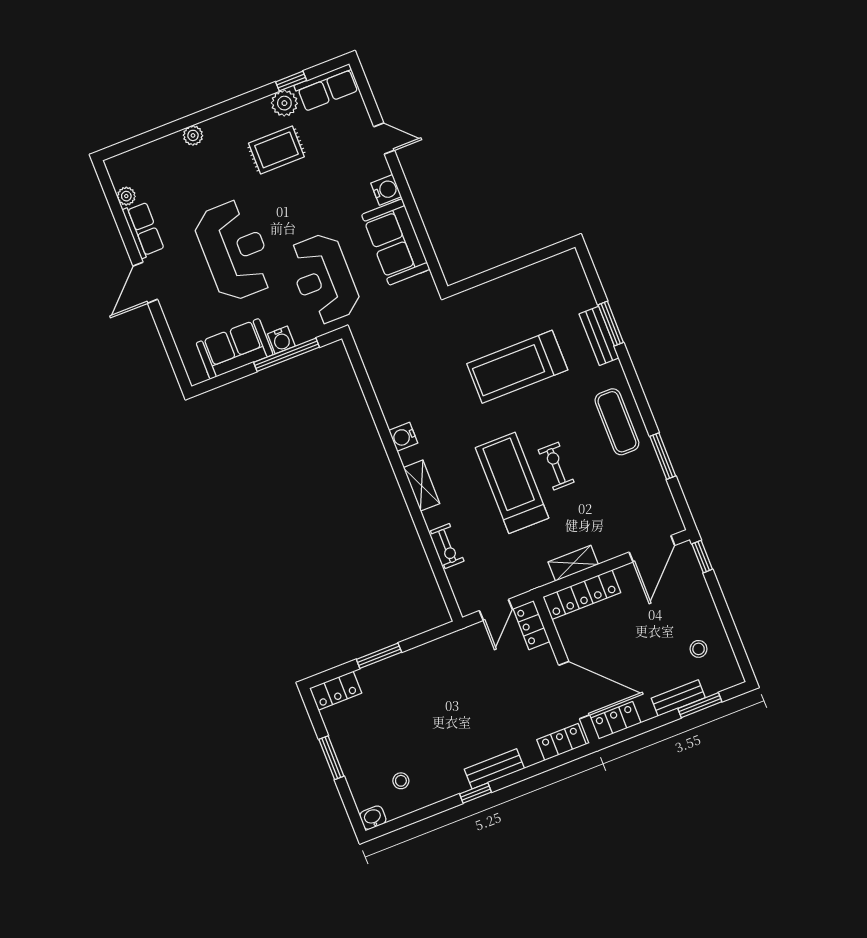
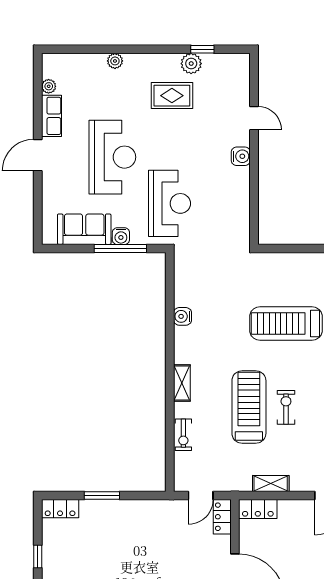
row of seats: (327, 88) -> (227, 64), removed
sofa: (396, 242) -> (233, 197), removed
reception desk: (324, 279) -> (169, 203), turned 180
water cooler: (403, 437) -> (182, 316), moved
locker: (582, 595) -> (258, 509), width x0.66
window: (331, 758) -> (38, 557), width x0.67

